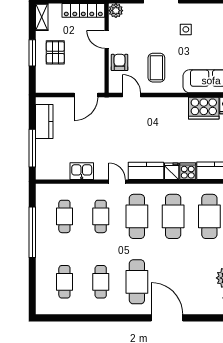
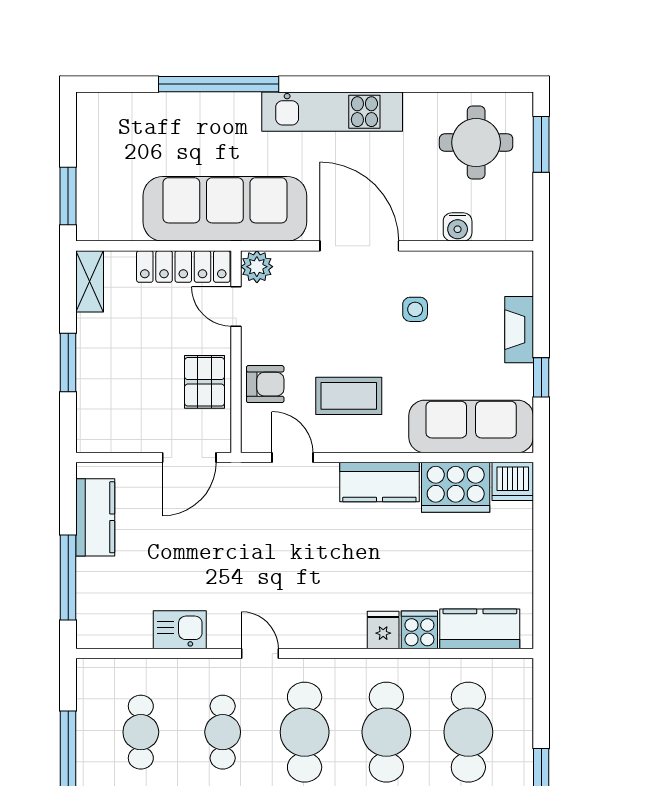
door: (107, 39) -> (236, 306), moved
pallet: (55, 52) -> (205, 382), moved
armchair: (120, 62) -> (265, 384), turned 90
coffee table: (156, 68) -> (349, 396), turned 90
kitchen counter: (146, 171) -> (379, 482), moved, turned 180

